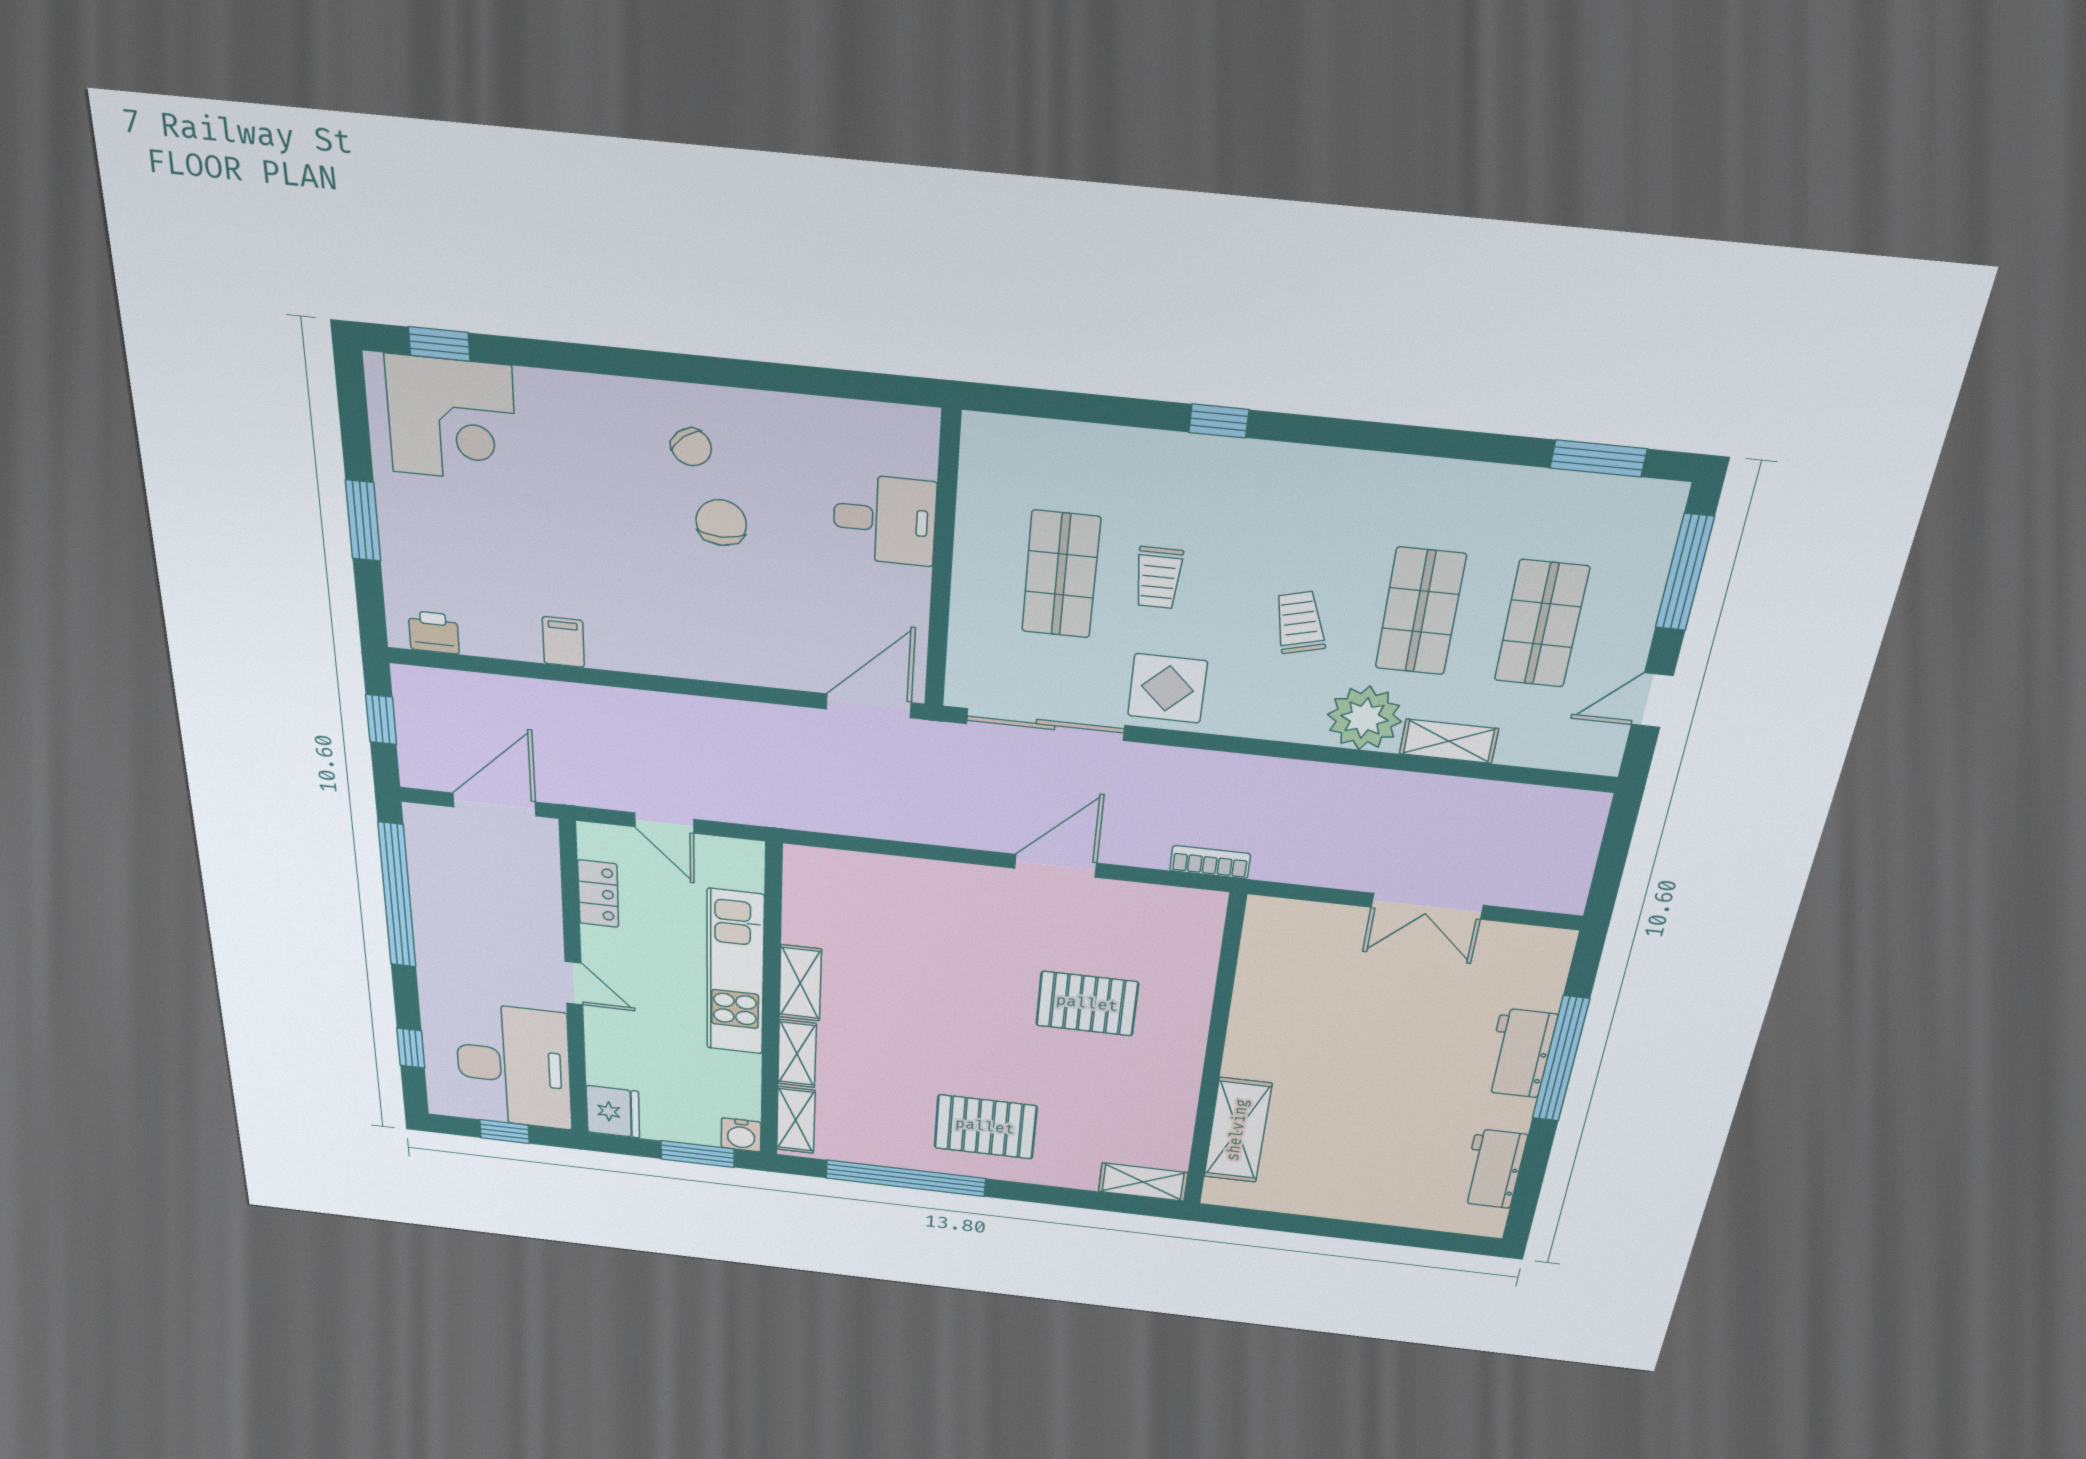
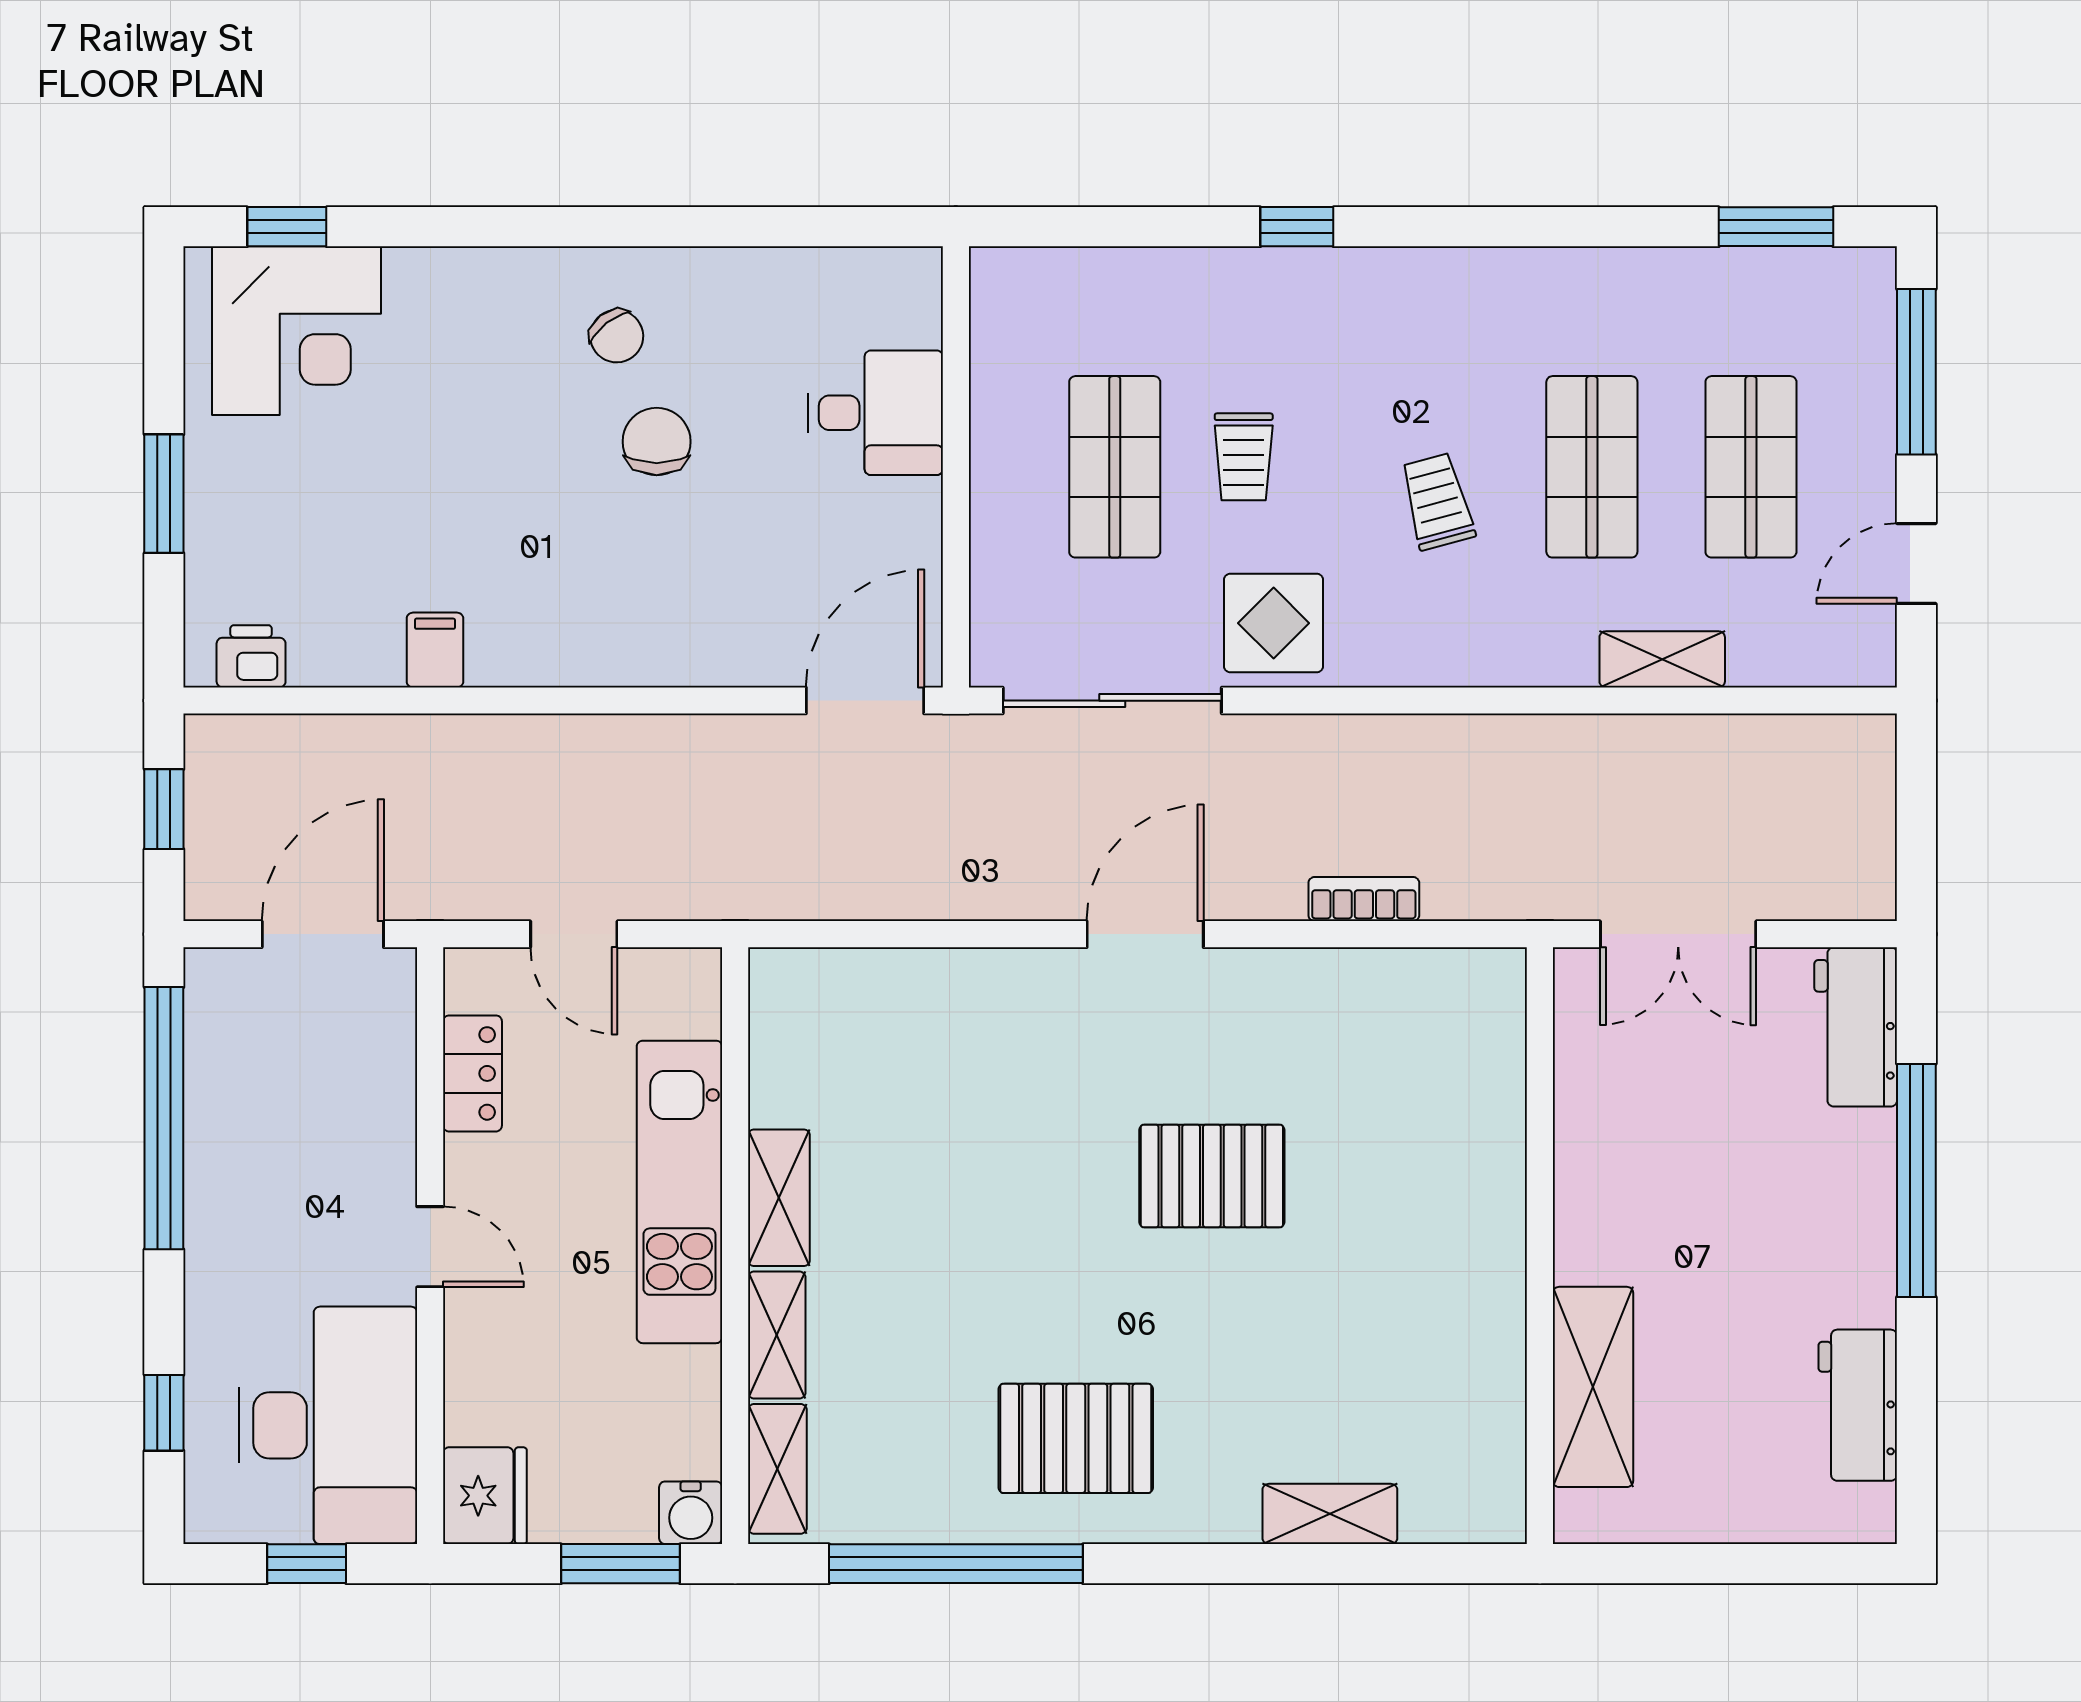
plant: (1364, 718) -> (1544, 637), removed
workbench: (1520, 1053) -> (1856, 1027), moved
wall: (1214, 1055) -> (1540, 1246), moved
shelving: (1238, 1130) -> (1593, 1387), moved

